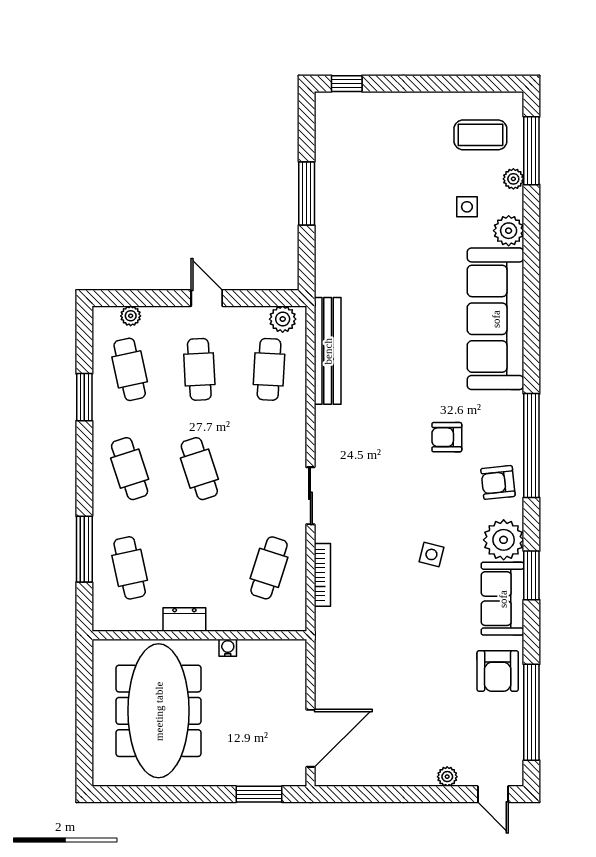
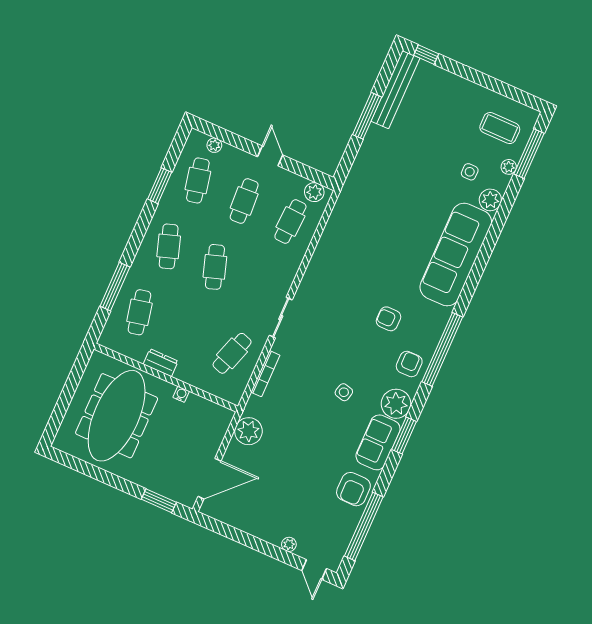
bench: (328, 351) -> (395, 90), moved
armchair: (498, 482) -> (409, 364), turned 96
plant: (333, 657) -> (248, 431), added

